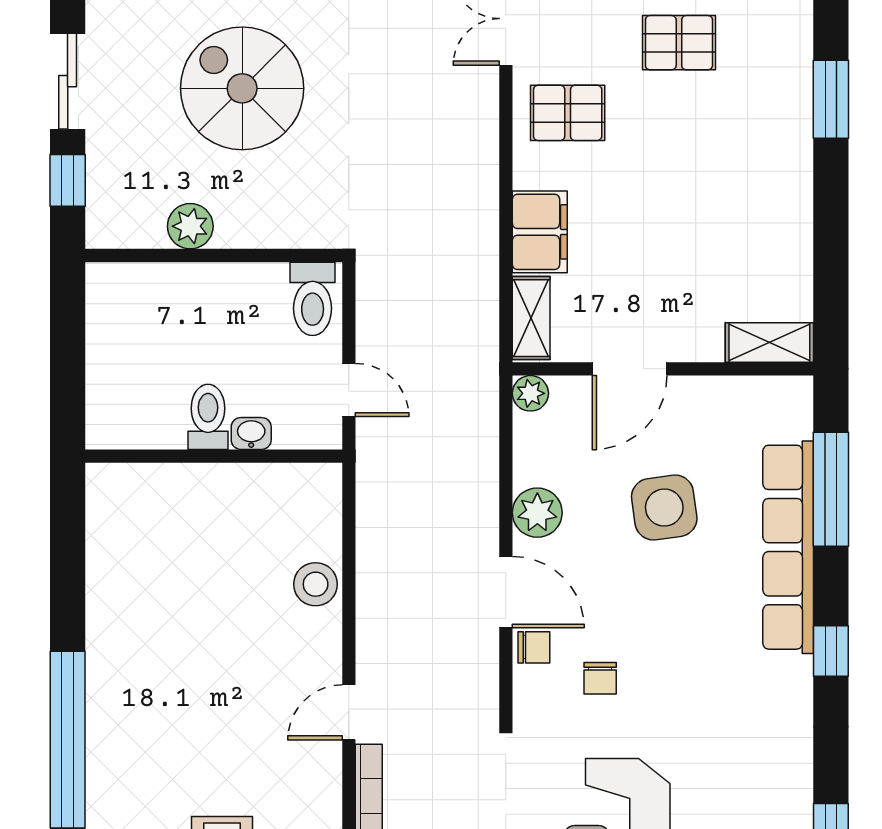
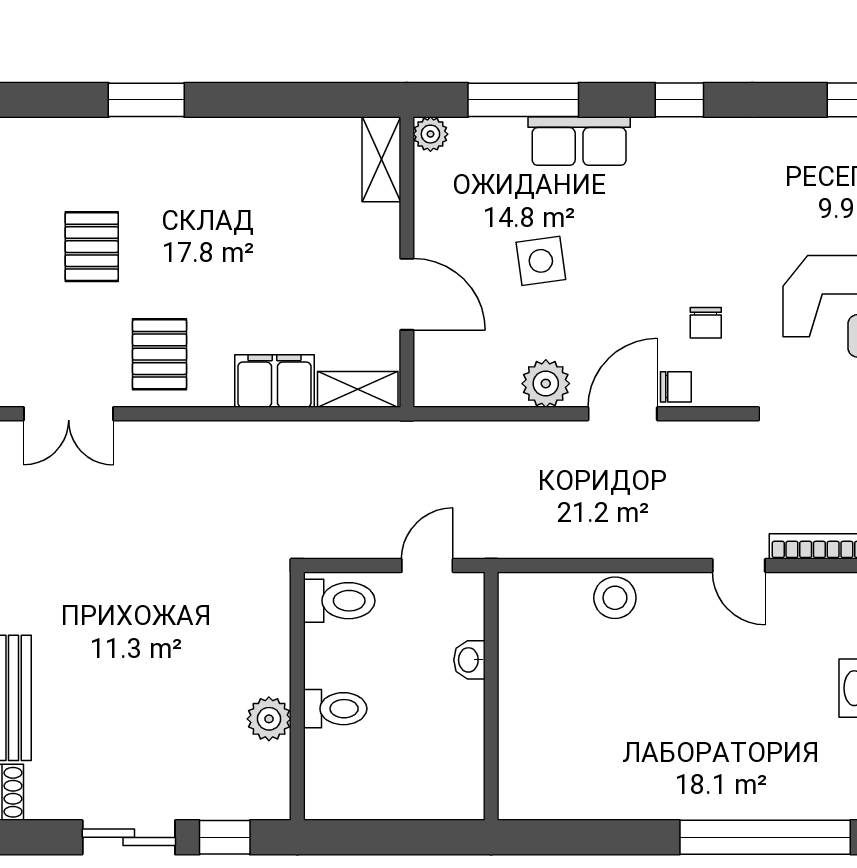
spiral stairs: (242, 88) -> (136, 669), removed
plant: (530, 393) -> (430, 134), moved
toilet: (208, 417) -> (335, 709), moved, turned 180
side table: (664, 508) -> (541, 261), width x0.73, depth x0.73
row of seats: (788, 547) -> (579, 141), width x0.50
chair: (534, 647) -> (676, 387), turned 90
chair: (600, 678) -> (706, 323), turned 90

